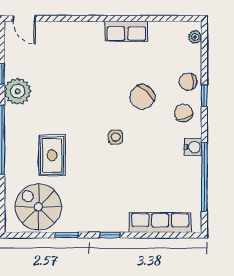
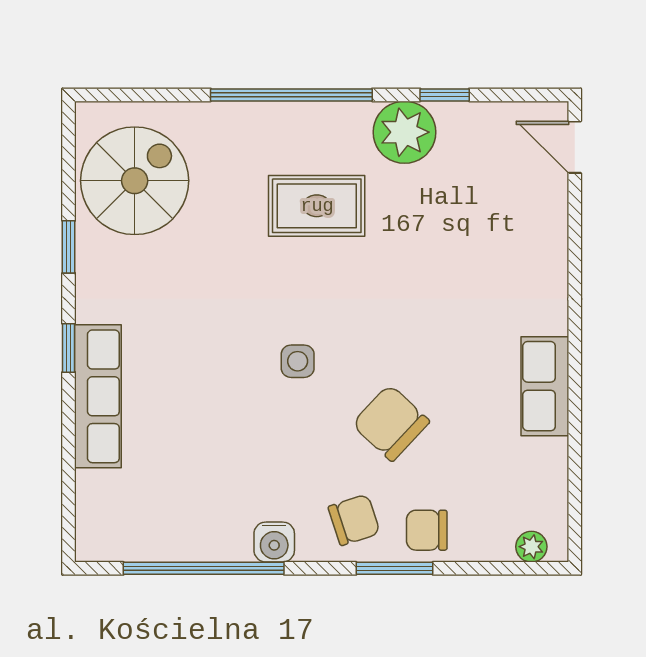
door: (24, 18) -> (575, 147), hinge flipped
chair: (188, 82) -> (427, 530), turned -90
window: (204, 96) -> (394, 568), width x1.50
rug: (52, 155) -> (317, 206), moved
row of seats: (160, 223) -> (98, 396), moved

